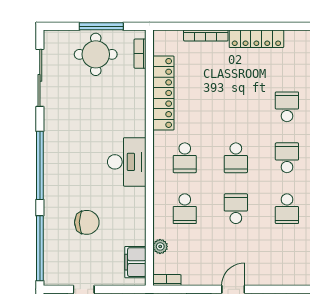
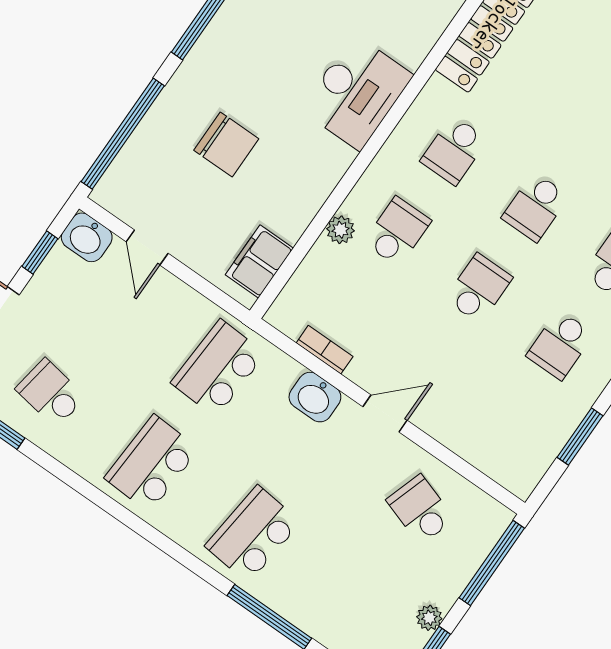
school desk: (185, 209) -> (397, 231), turned 180
plant: (160, 246) -> (340, 230), moved
bookcase: (167, 280) -> (325, 350), moved

